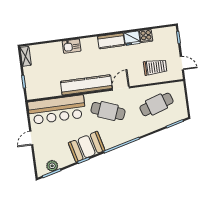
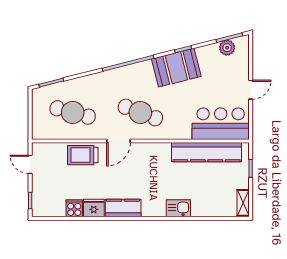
trolley: (155, 67) -> (83, 155), moved
kitchen counter: (86, 85) -> (207, 152), moved
cafe table: (156, 104) -> (73, 112), turned 33
bar counter: (57, 110) -> (221, 124), width x0.73

